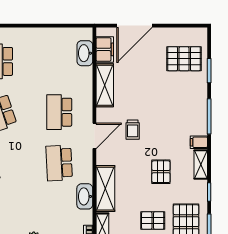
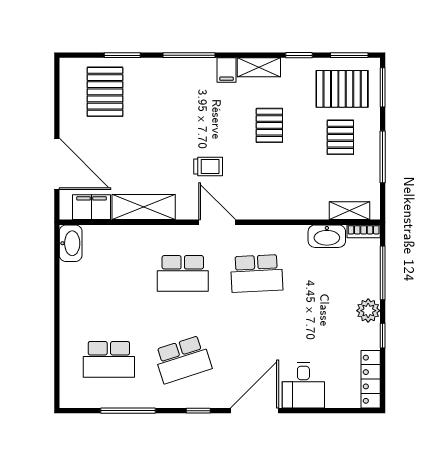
washbasin: (85, 53) -> (71, 243), moved, turned -90
pallet: (161, 172) -> (269, 125), turned 90
shelving: (105, 189) -> (294, 206), removed
washbasin: (85, 196) -> (327, 236), moved

